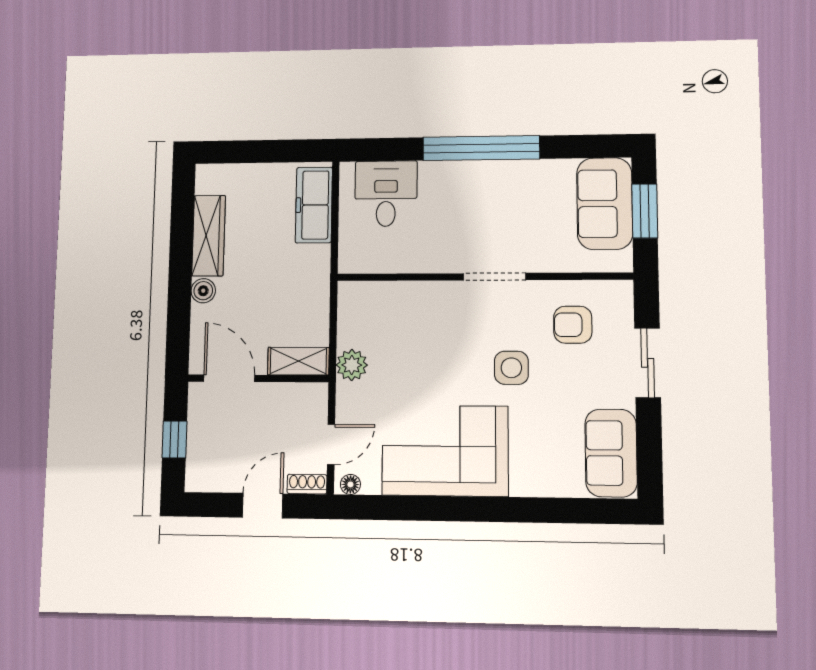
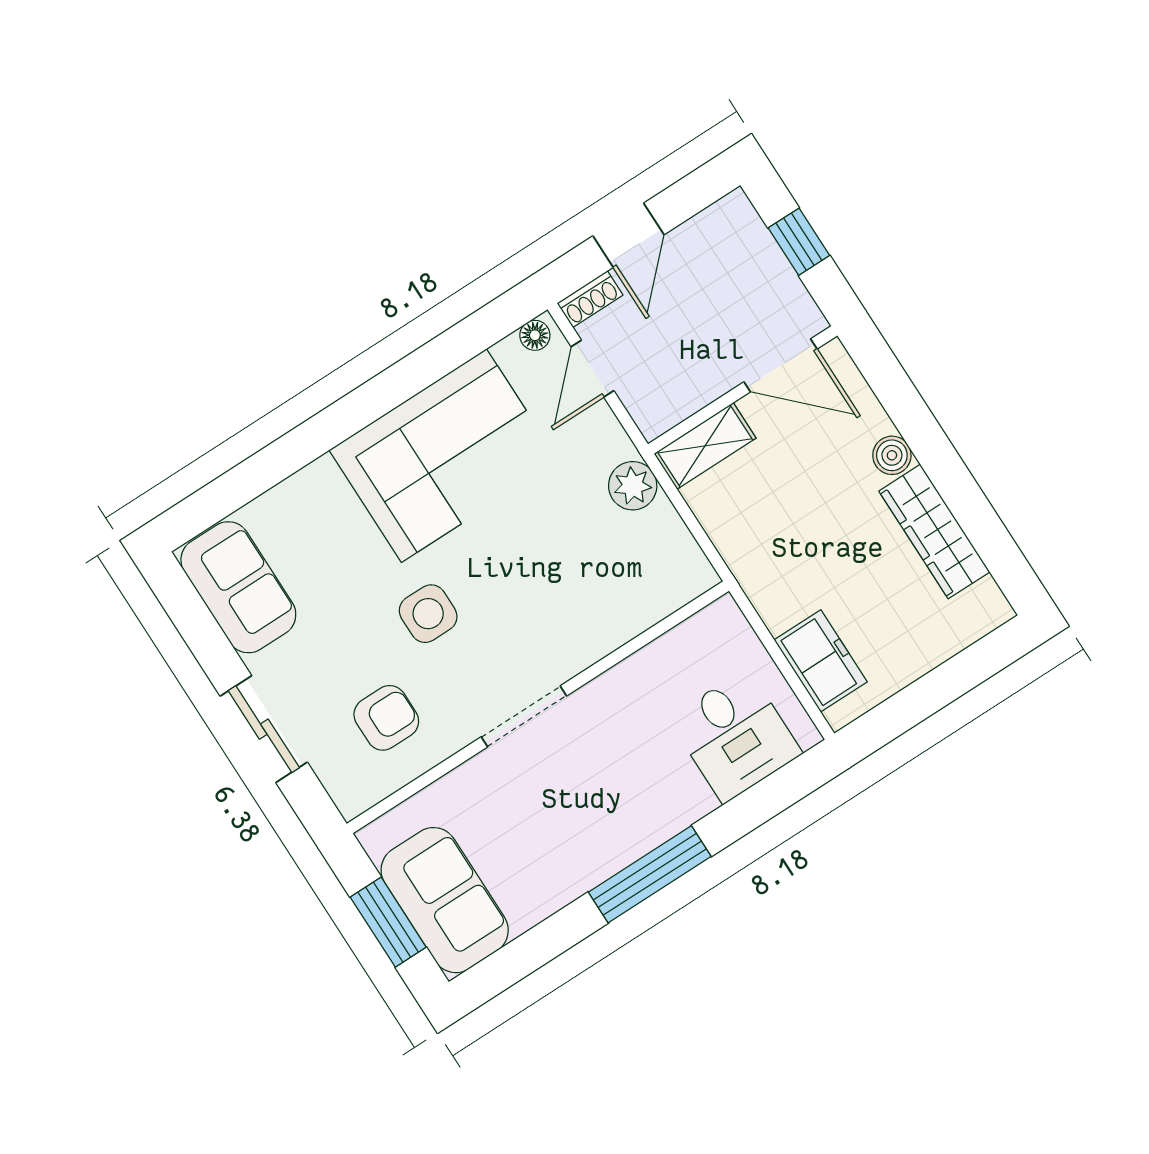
window: (481, 148) -> (650, 874), width x0.68
freezer: (314, 205) -> (821, 661), width x0.71

